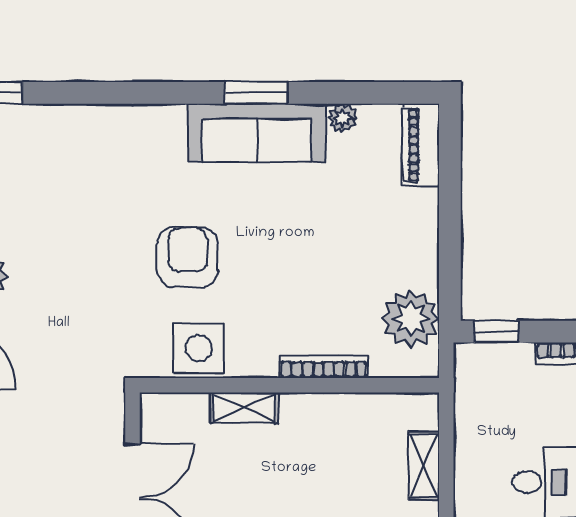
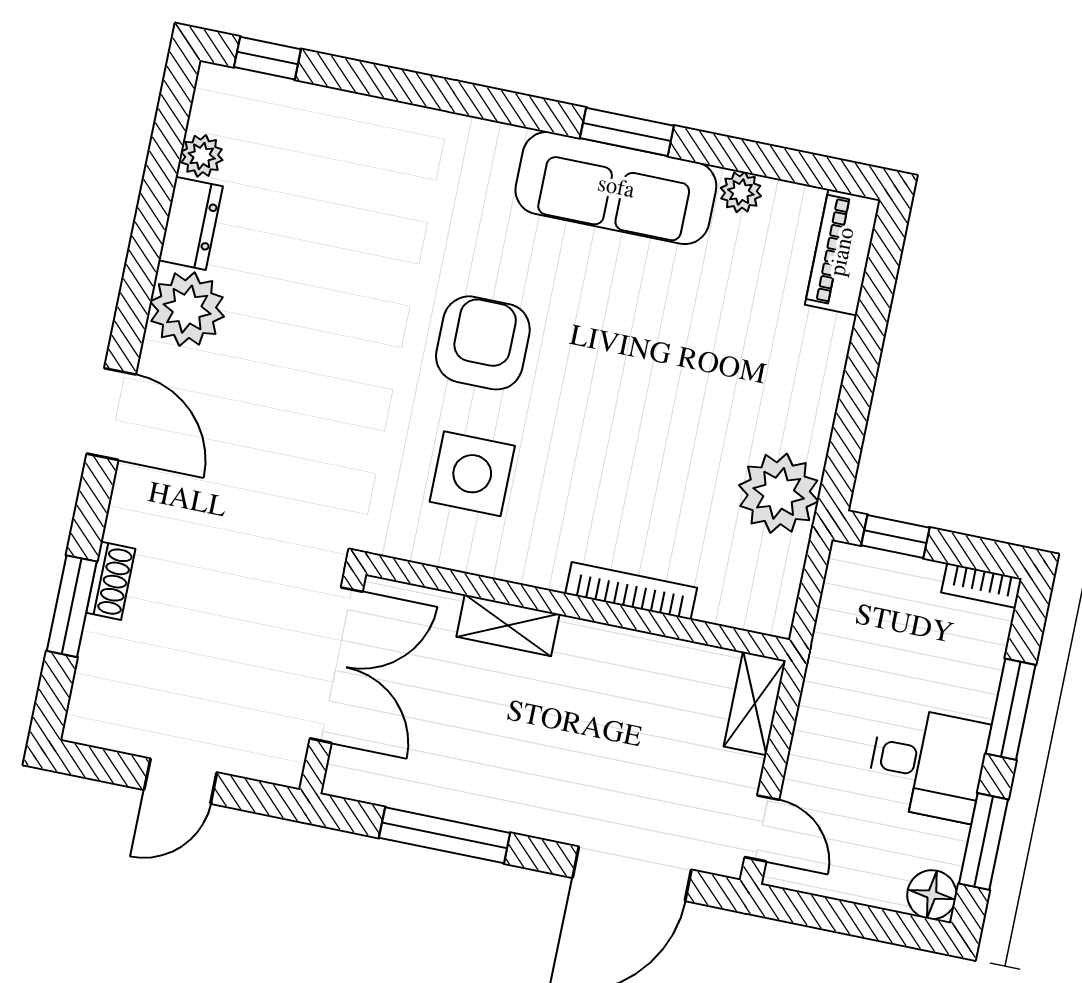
bookcase: (324, 367) -> (631, 591), moved
wall: (289, 385) -> (578, 607), moved
shelving: (244, 407) -> (508, 625), moved

